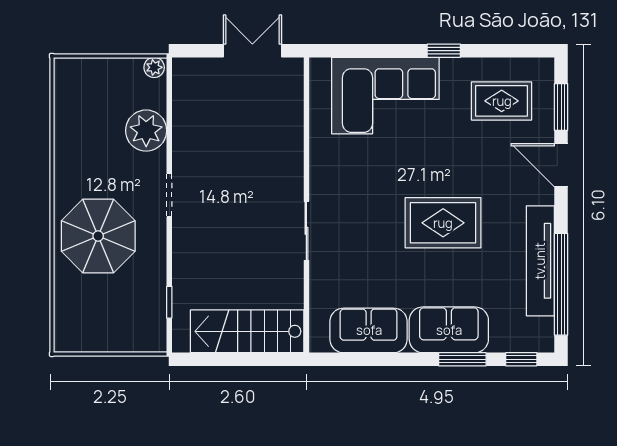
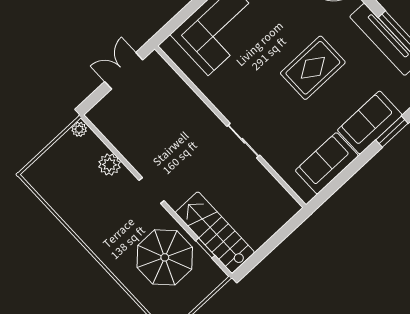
plant: (146, 131) -> (109, 165), width x0.73, depth x0.73
parasol: (98, 236) -> (165, 257), moved
stairs: (247, 331) -> (215, 232), moved, turned 90

